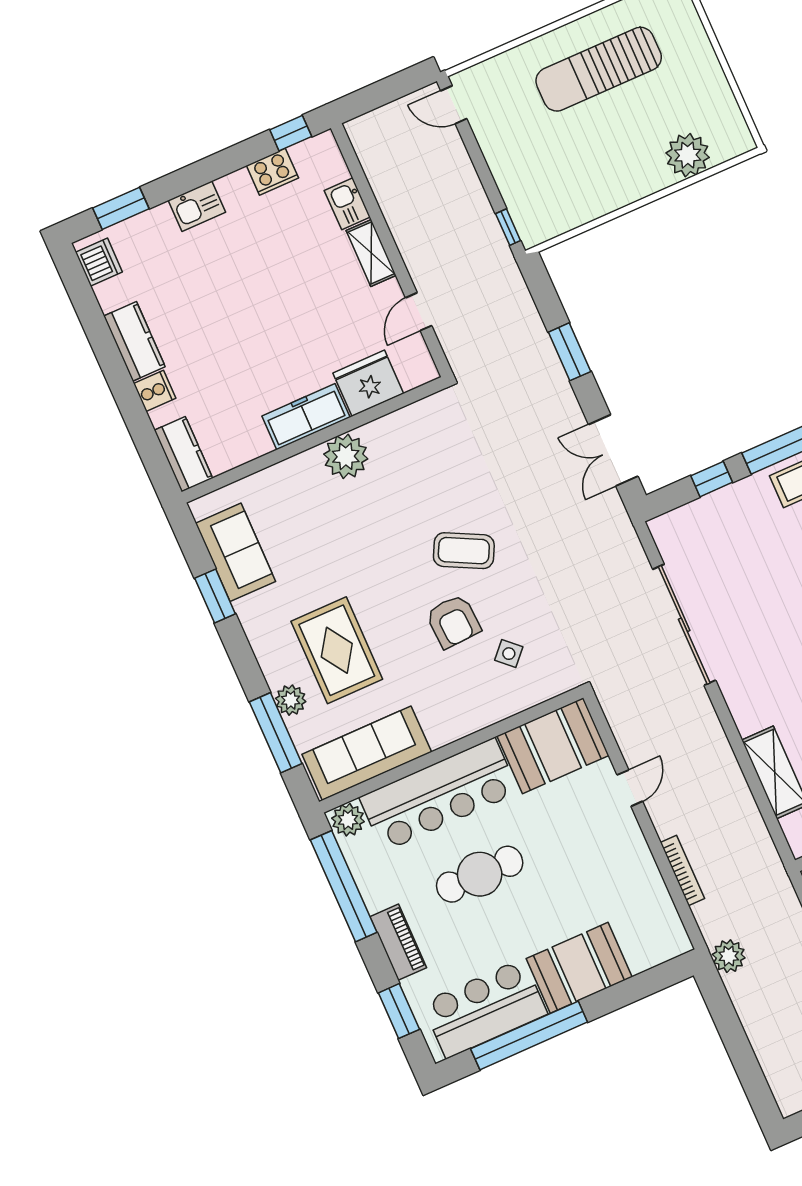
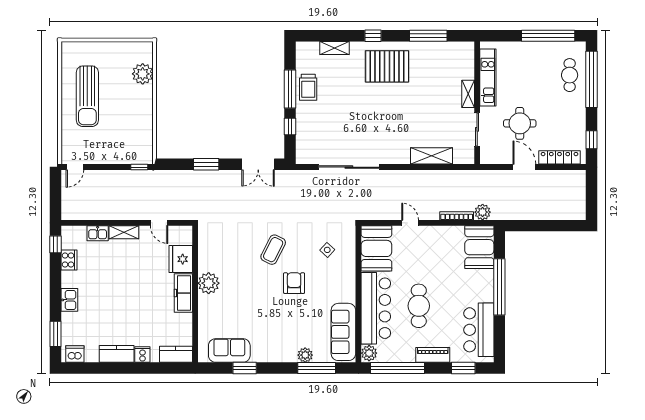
armchair: (453, 621) -> (294, 283), moved, turned -87
rug: (337, 650) -> (292, 325), removed
plant: (729, 956) -> (483, 212), moved
booth: (579, 968) -> (479, 247), moved
window: (529, 1035) -> (499, 287), moved

